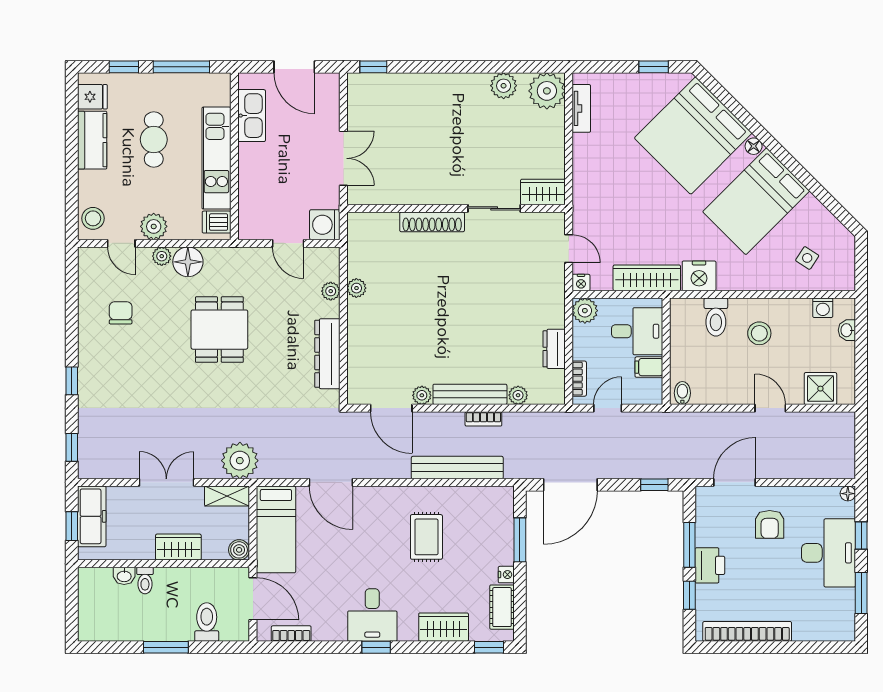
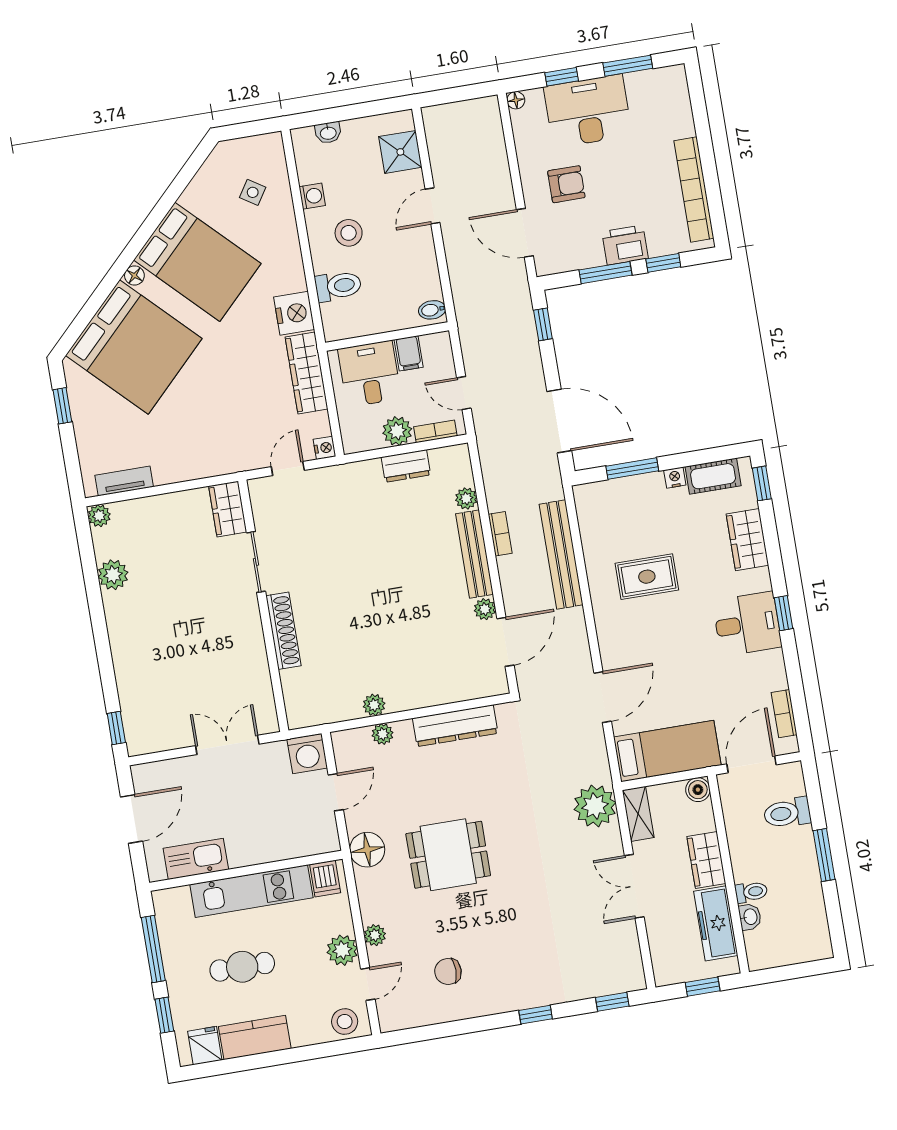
plant: (547, 91) -> (99, 516), width x0.53, depth x0.53
floor lamp: (188, 262) -> (367, 850), moved
washing machine: (823, 308) -> (312, 196), moved
plant: (585, 311) -> (397, 431), moved
freezer: (92, 516) -> (716, 923), moved, turned -90

